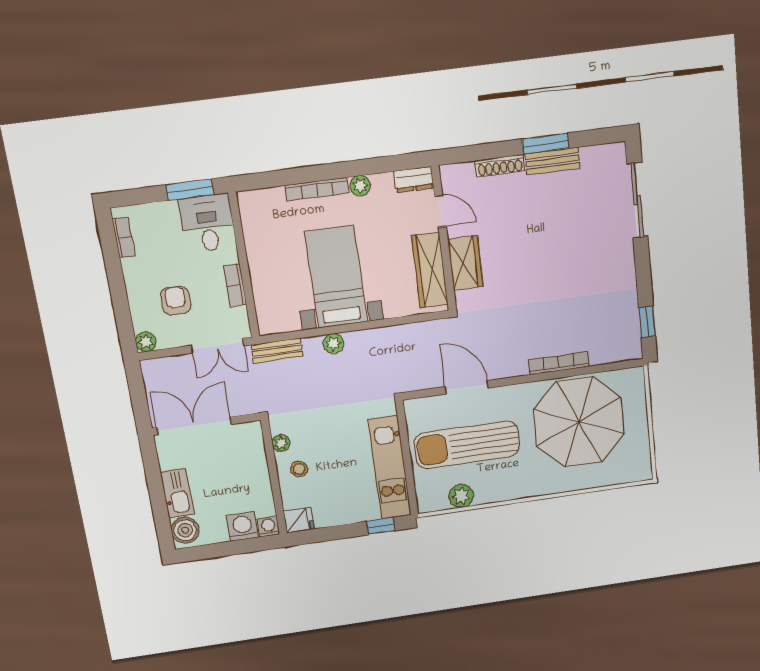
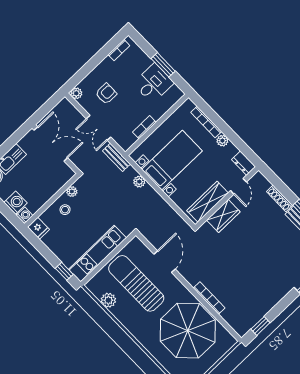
wall: (244, 266) -> (157, 125), moved
bookcase: (235, 285) -> (144, 127), moved

